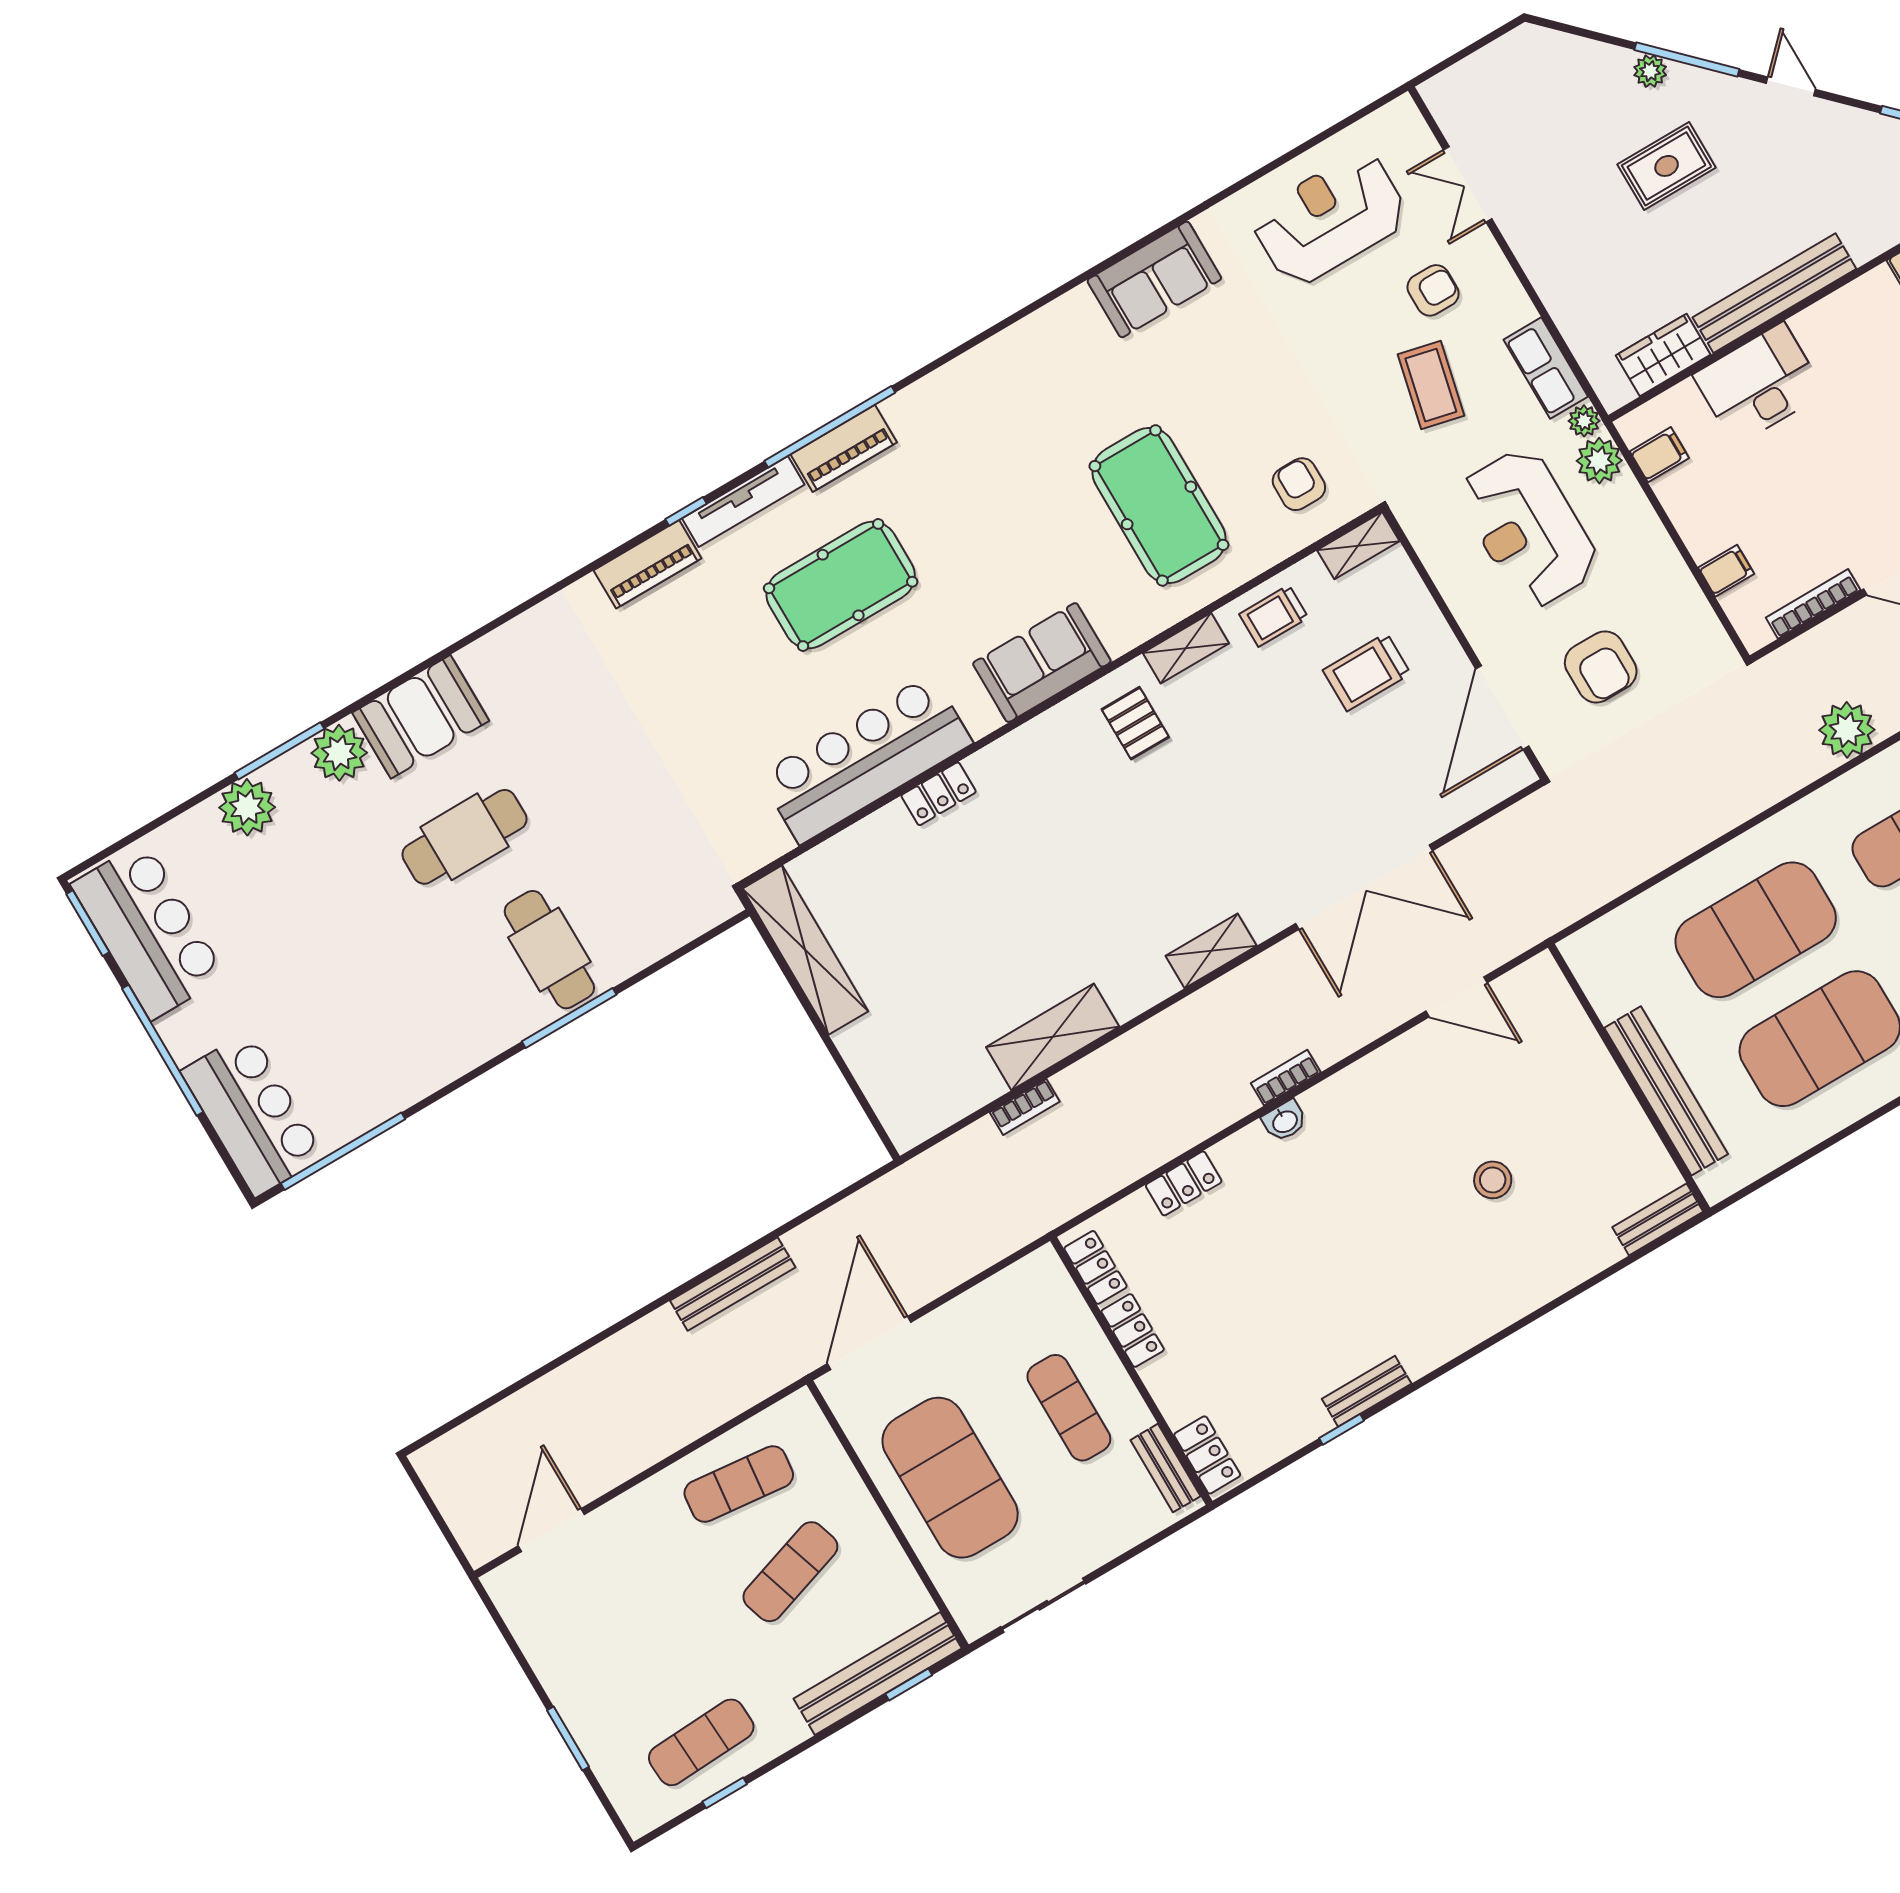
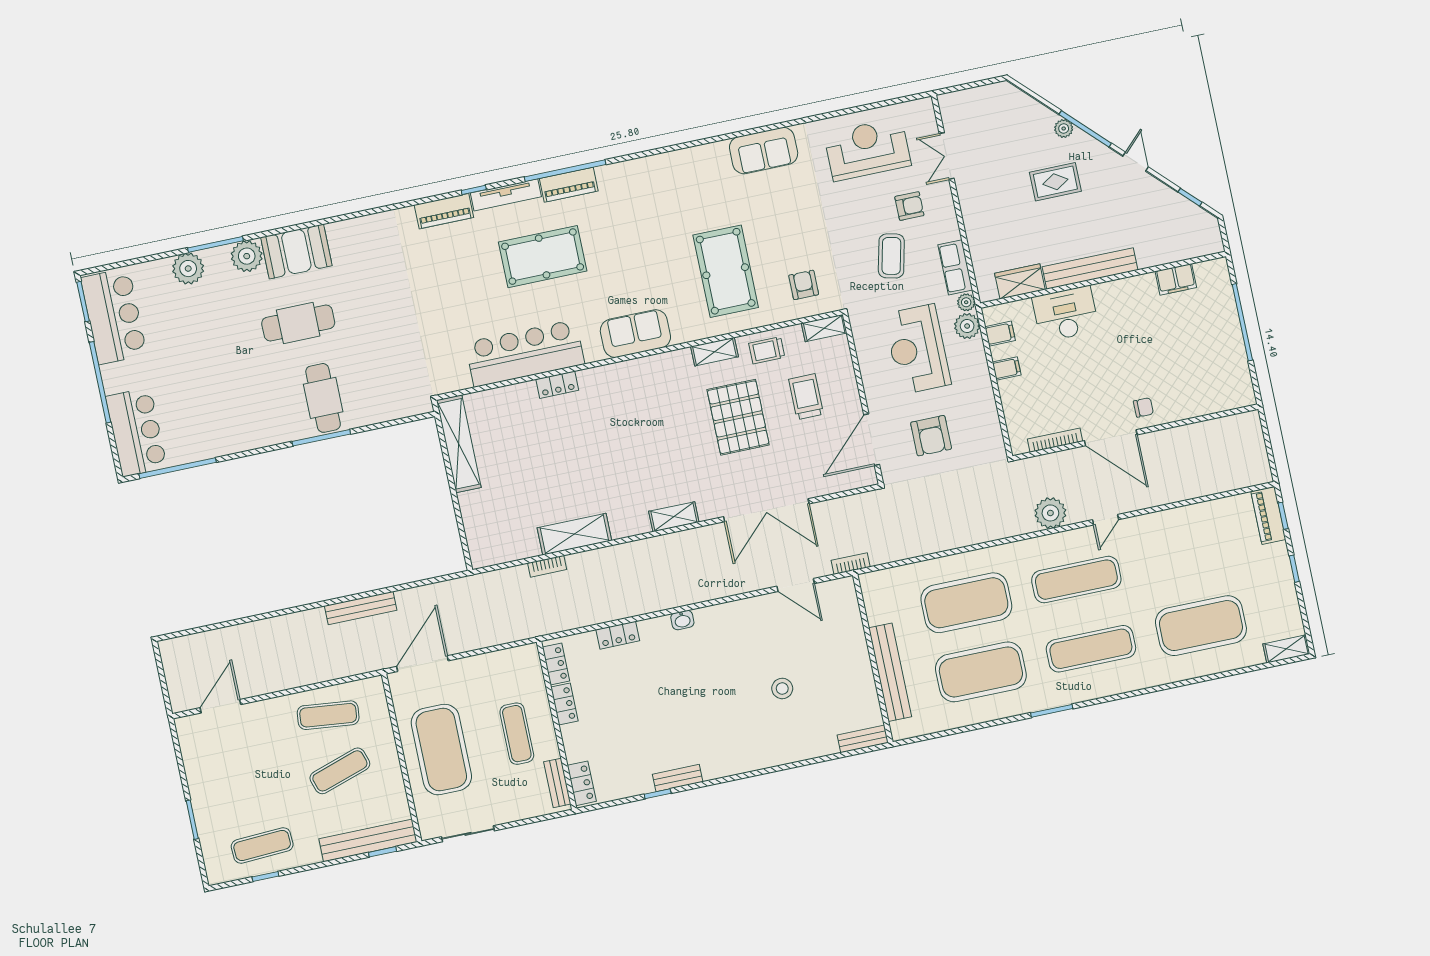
filing cabinet: (1726, 571) -> (1007, 369), moved
trolley: (1367, 672) -> (806, 397), turned 90
pallet: (1135, 723) -> (738, 417), moved, width x2.05, depth x2.00
bookcase: (1286, 1078) -> (851, 564), moved

